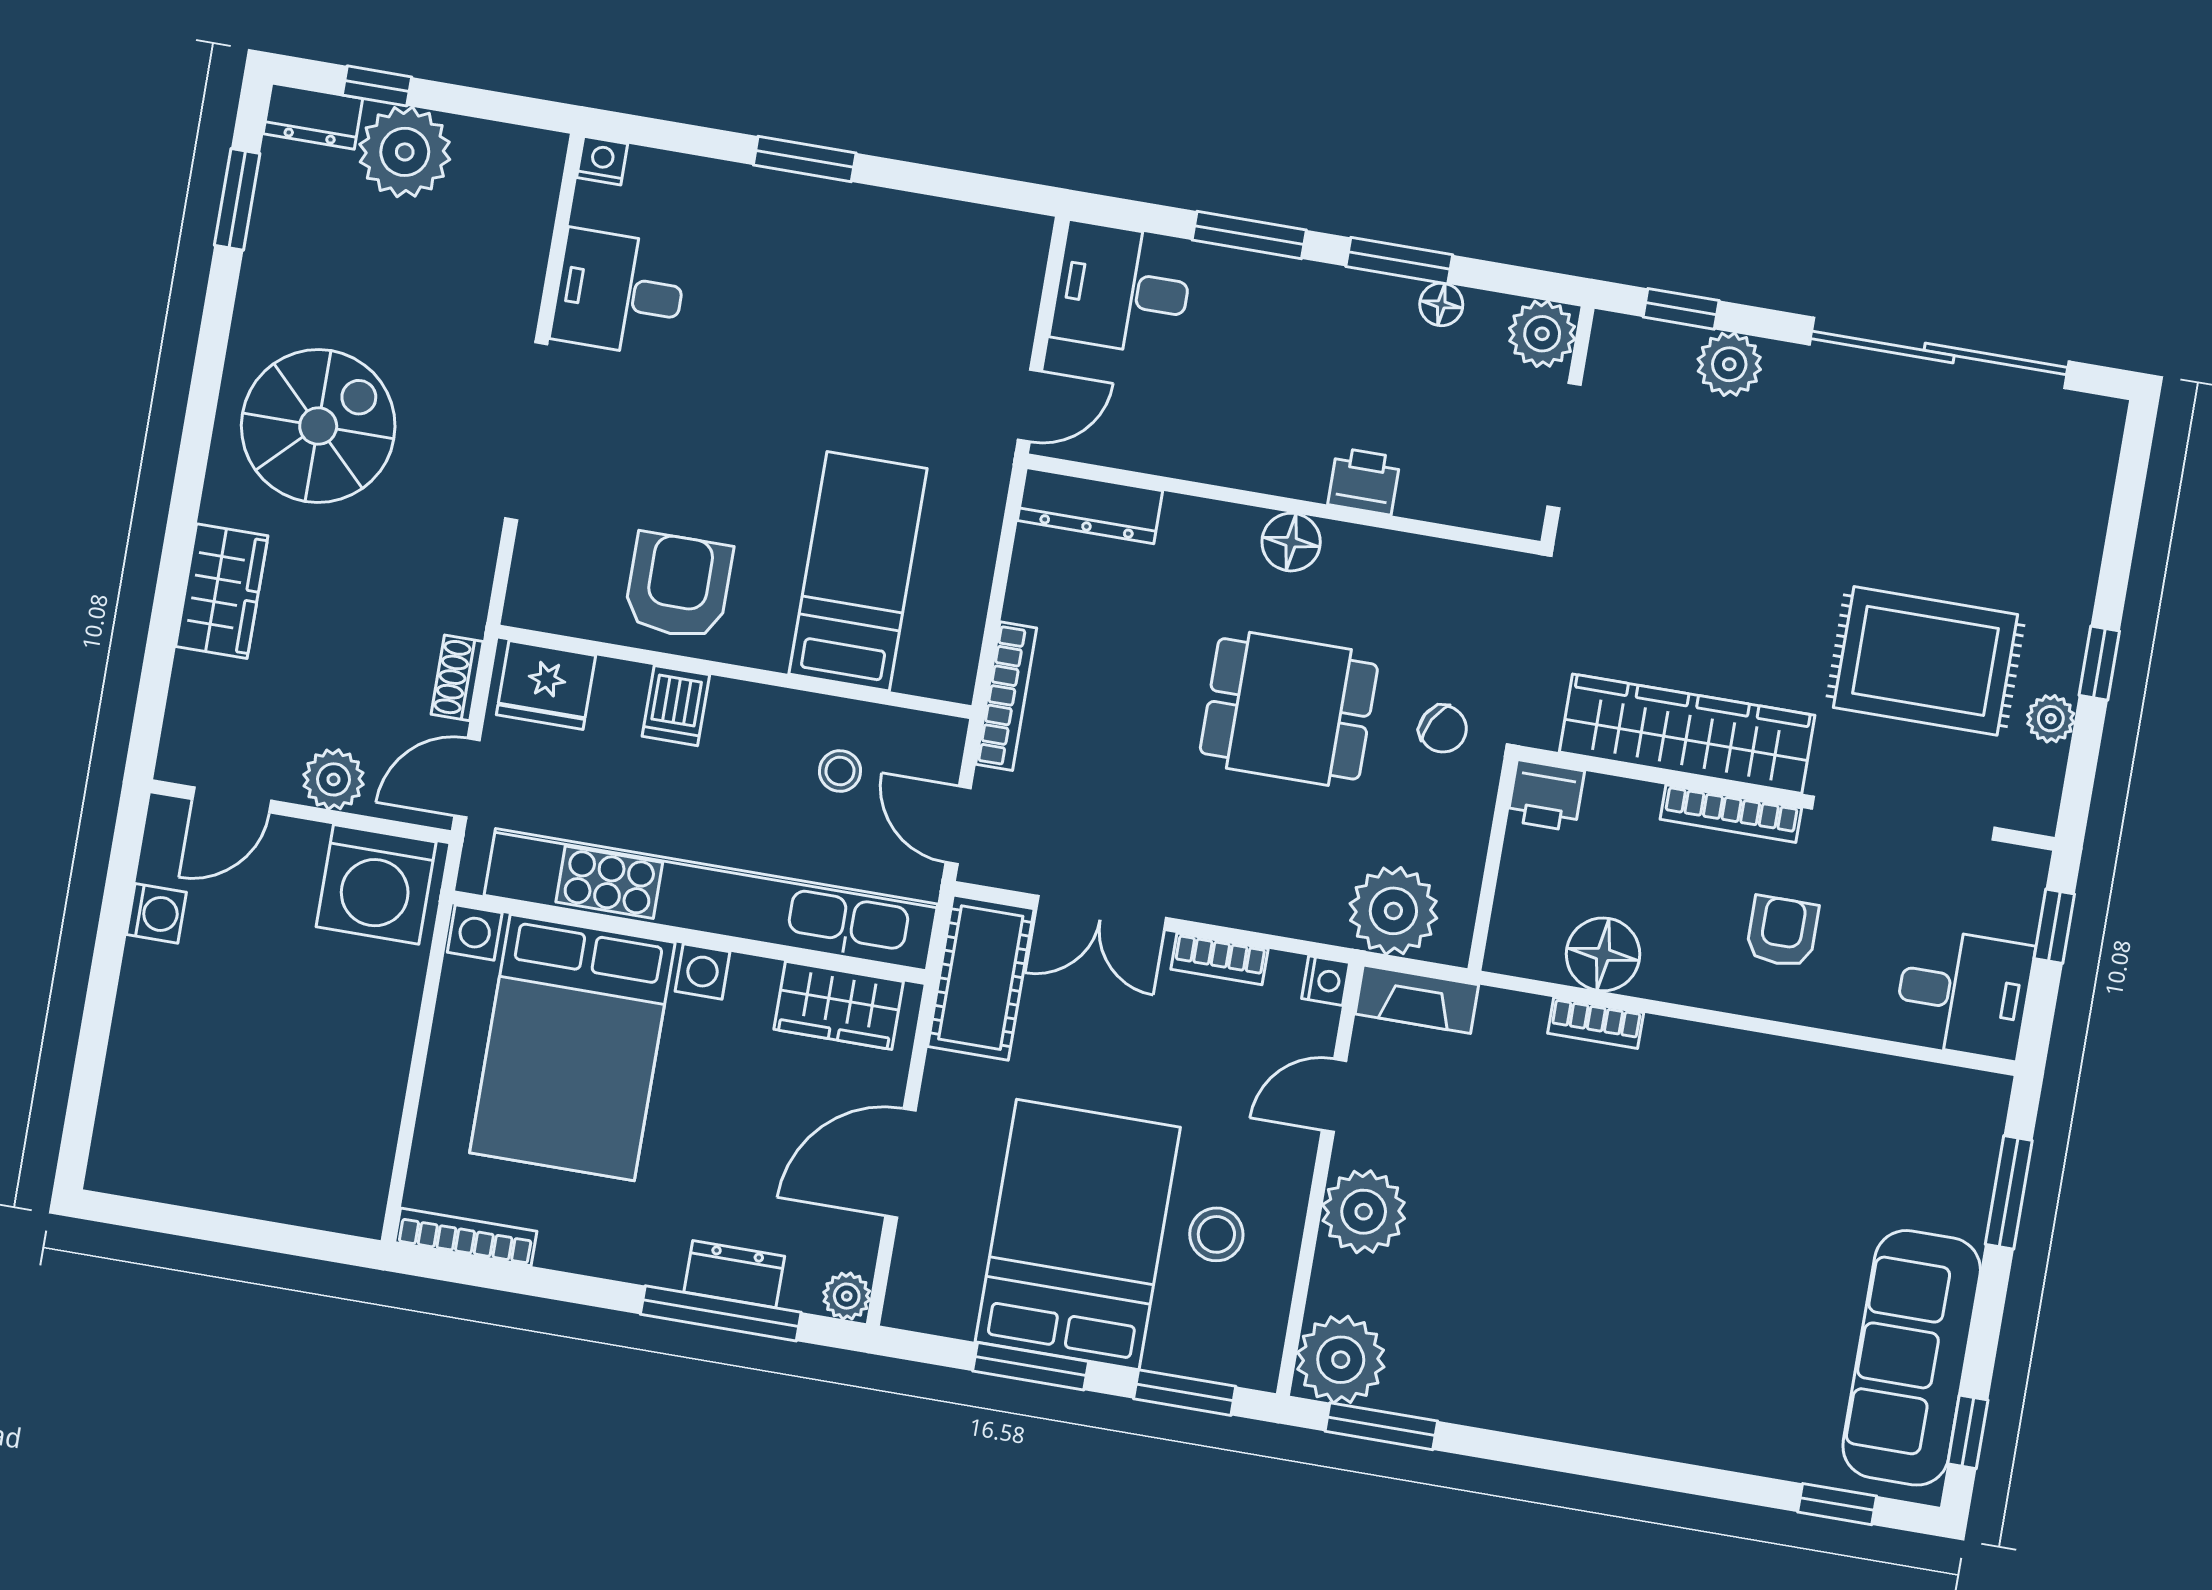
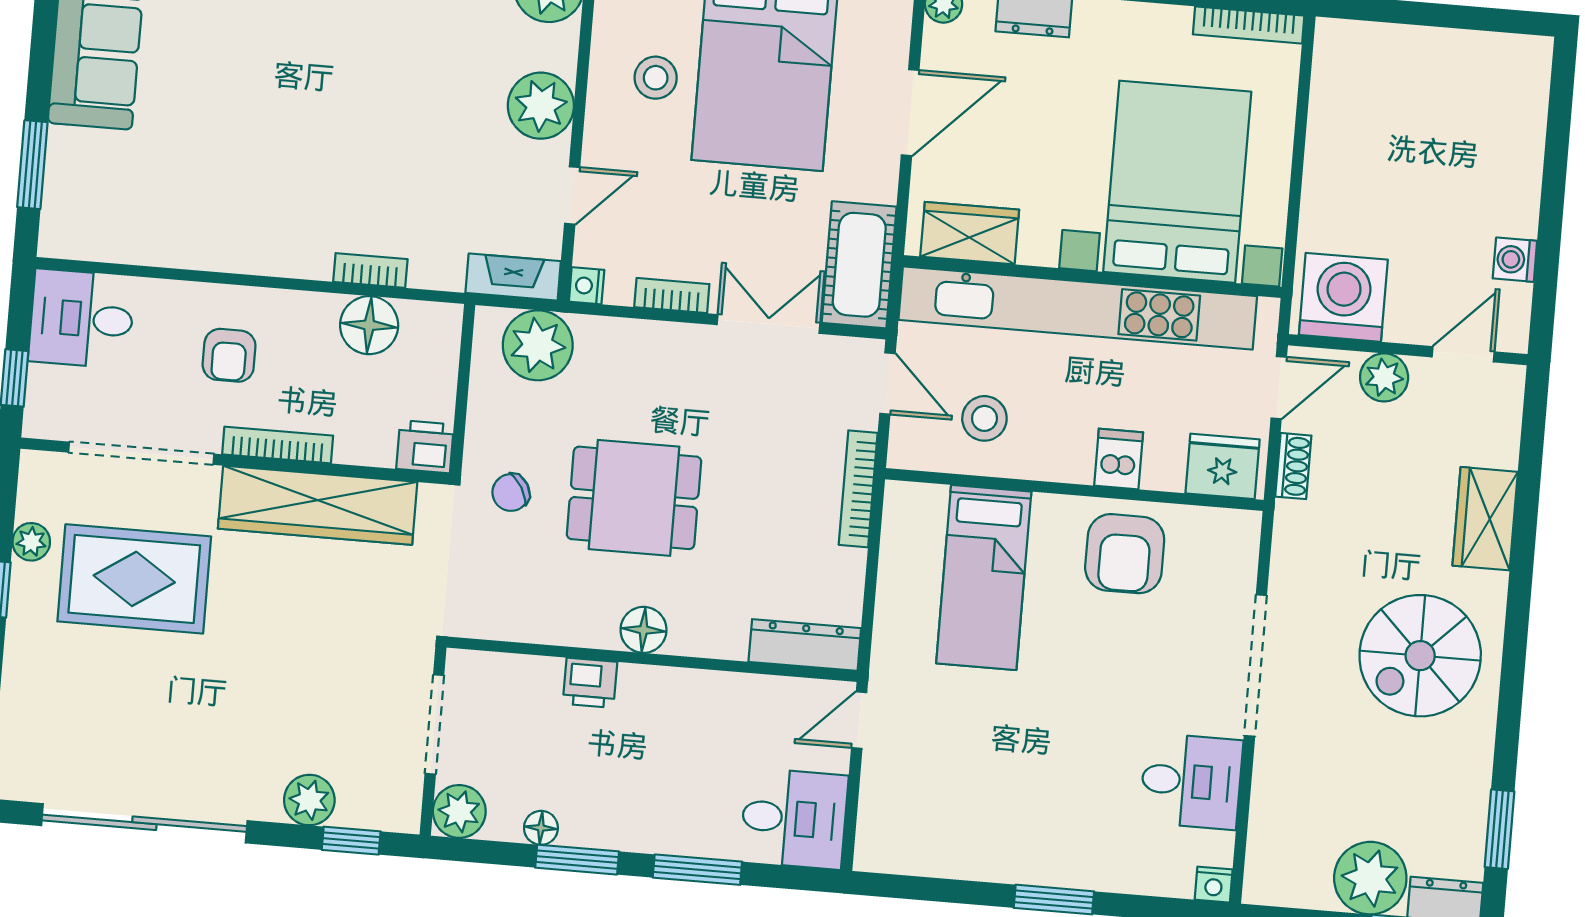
chair: (1443, 729) -> (511, 492), turned -60
stool: (840, 771) -> (984, 418), width x1.37, depth x1.37

